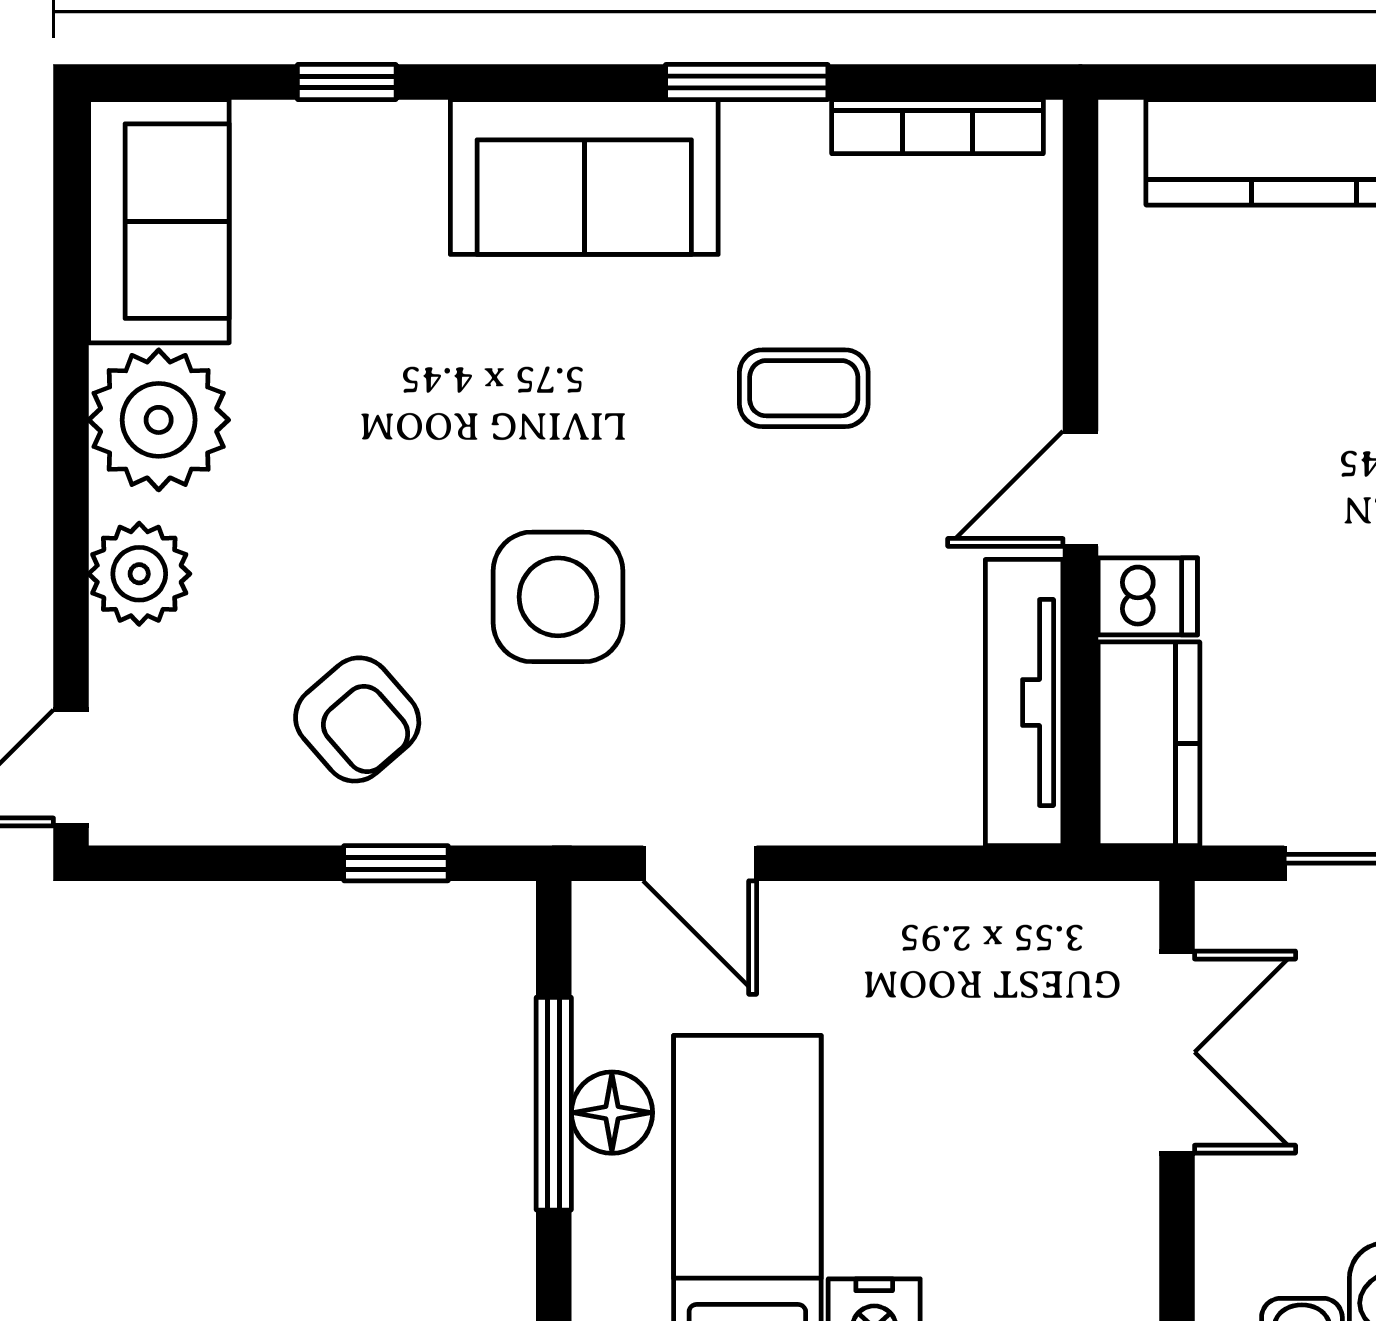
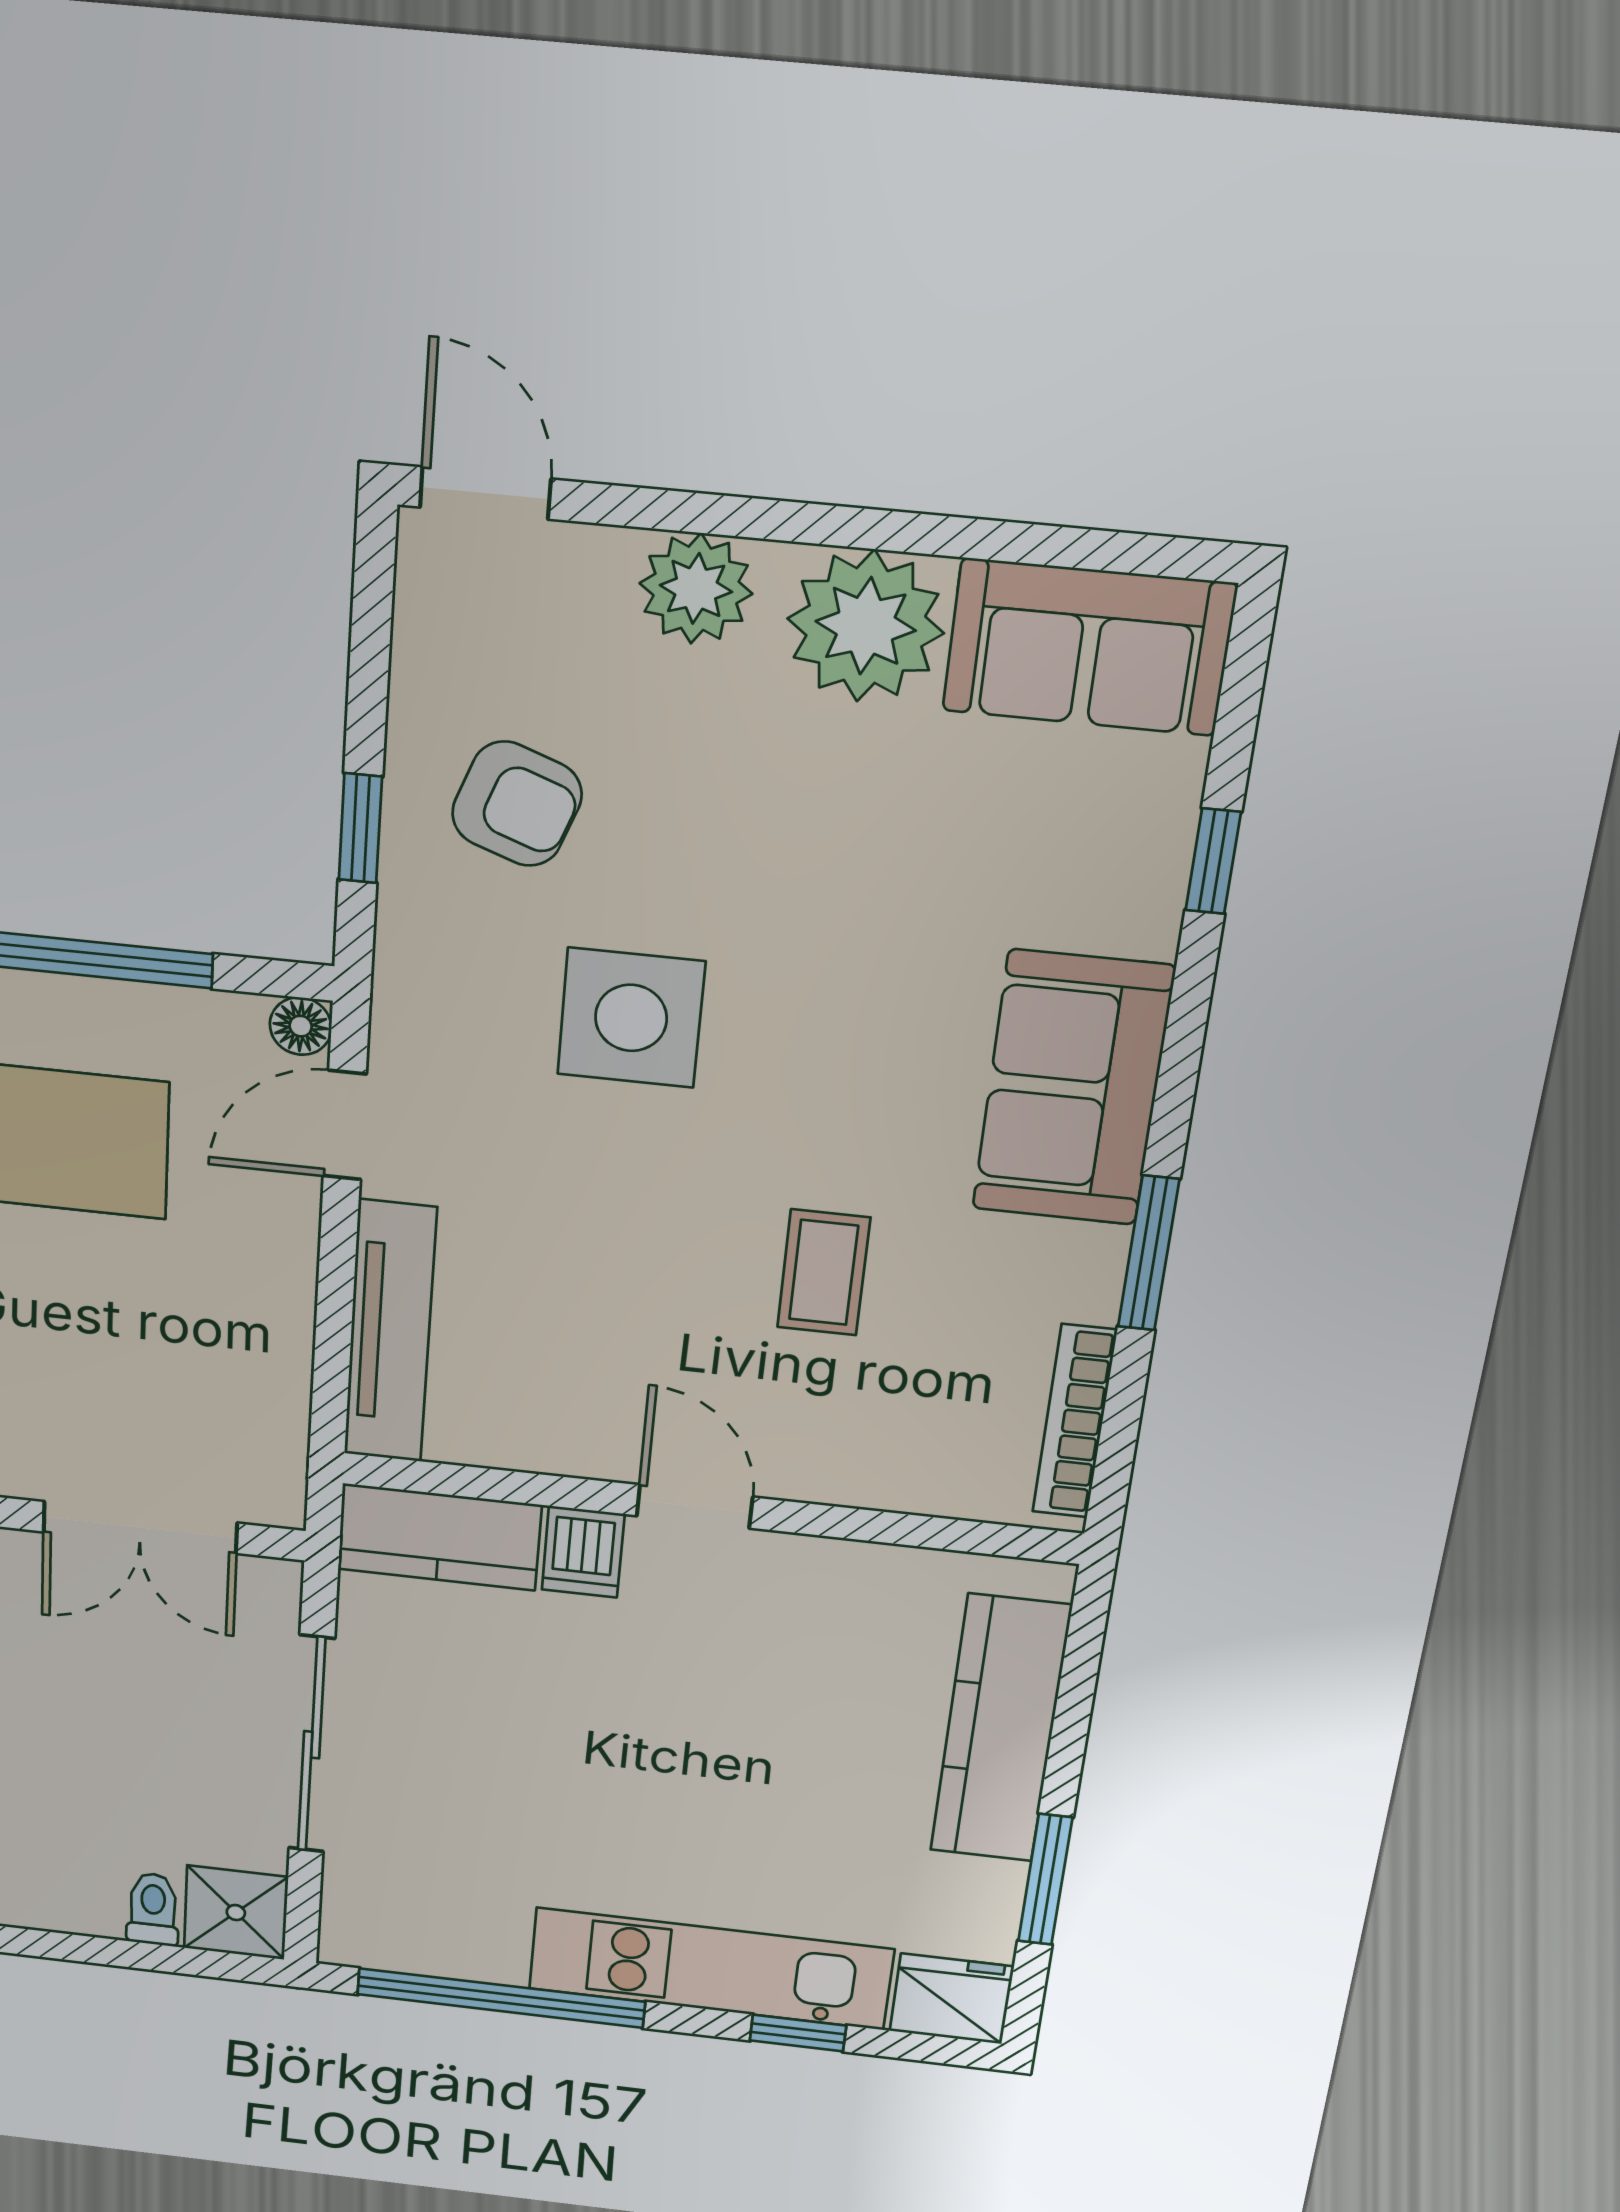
tv unit: (1024, 703) -> (390, 1332), moved, turned 90
armchair: (357, 719) -> (517, 804), turned -119
floor lamp: (612, 1113) -> (301, 1026), moved, width x0.73, depth x0.73

